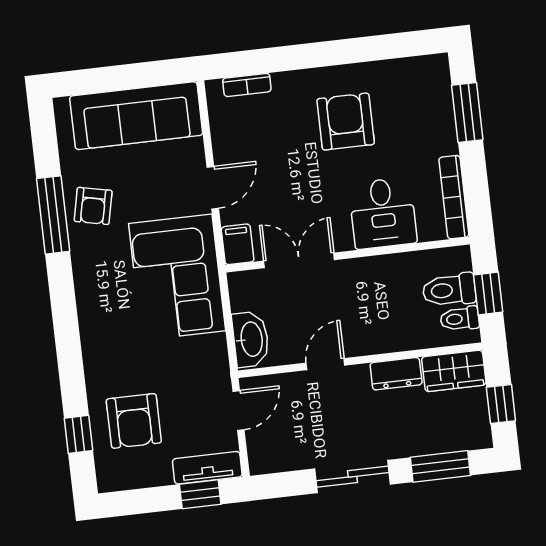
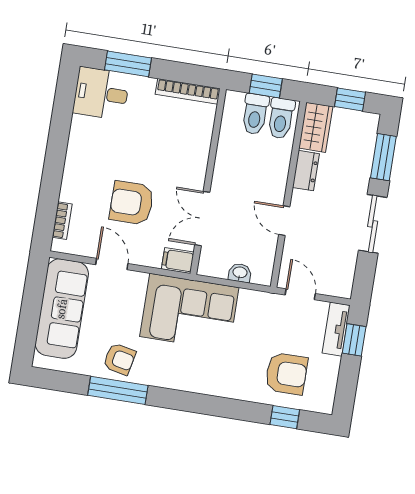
armchair: (346, 122) -> (132, 203), moved
door: (213, 188) -> (112, 264), moved
desk: (383, 213) -> (101, 93), moved, turned 180
toilet: (460, 319) -> (281, 118), width x1.37, depth x1.39
washbasin: (251, 339) -> (240, 273), width x0.52, depth x0.69

